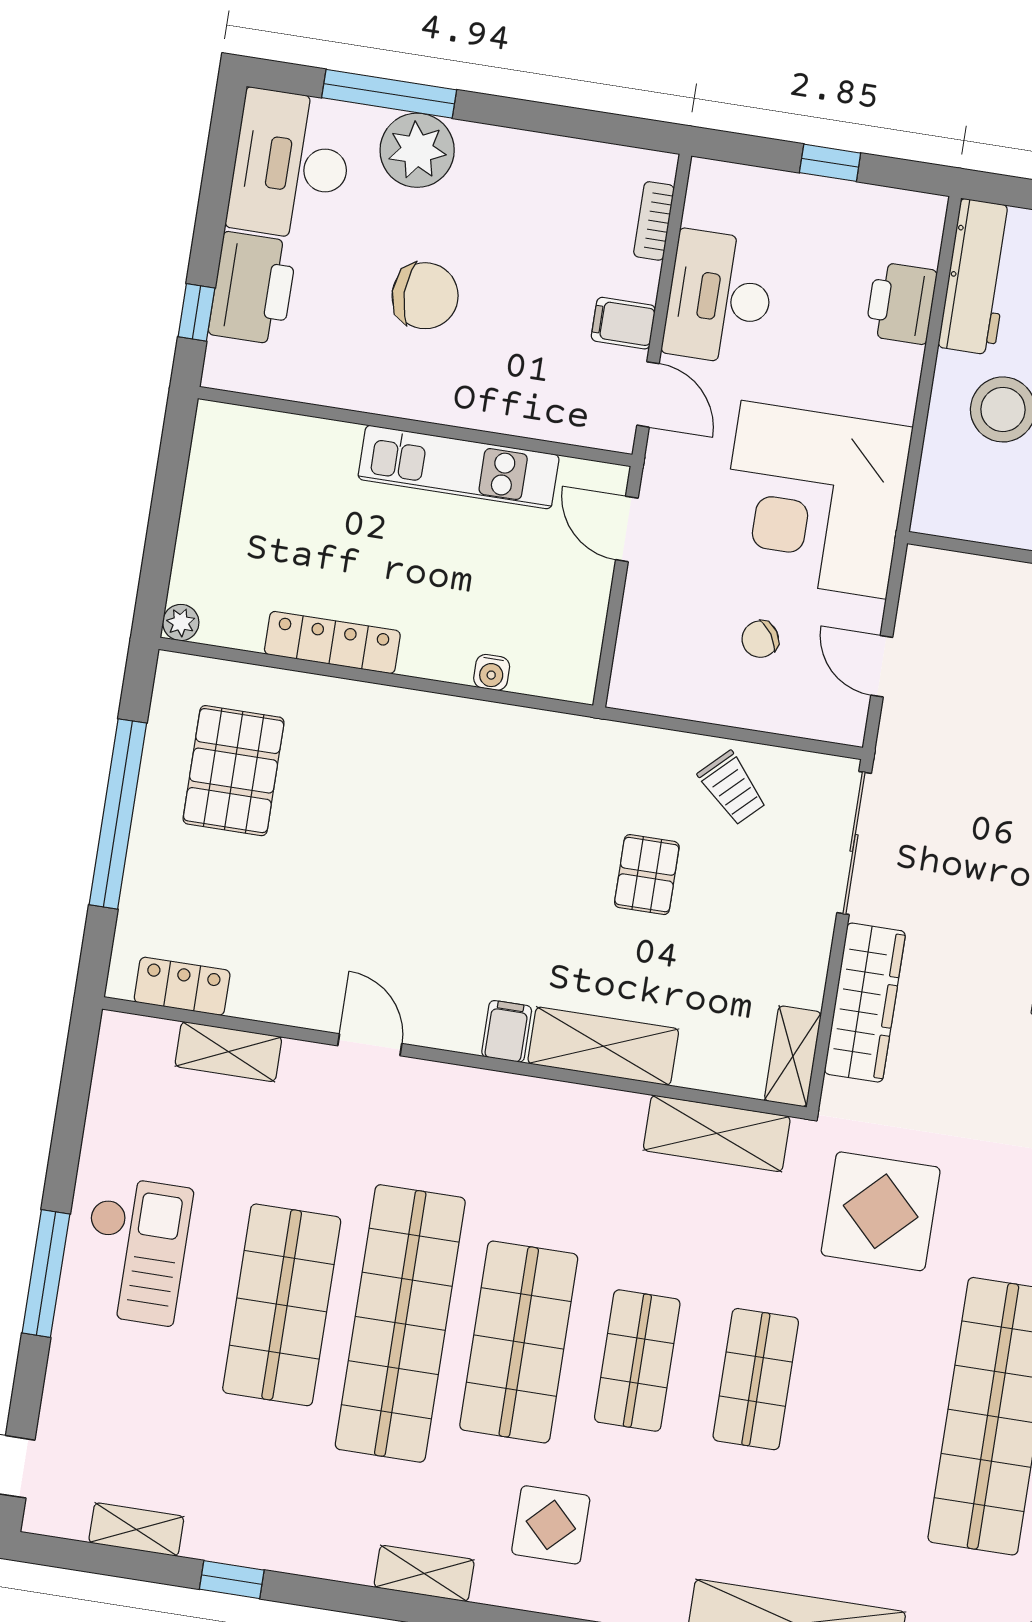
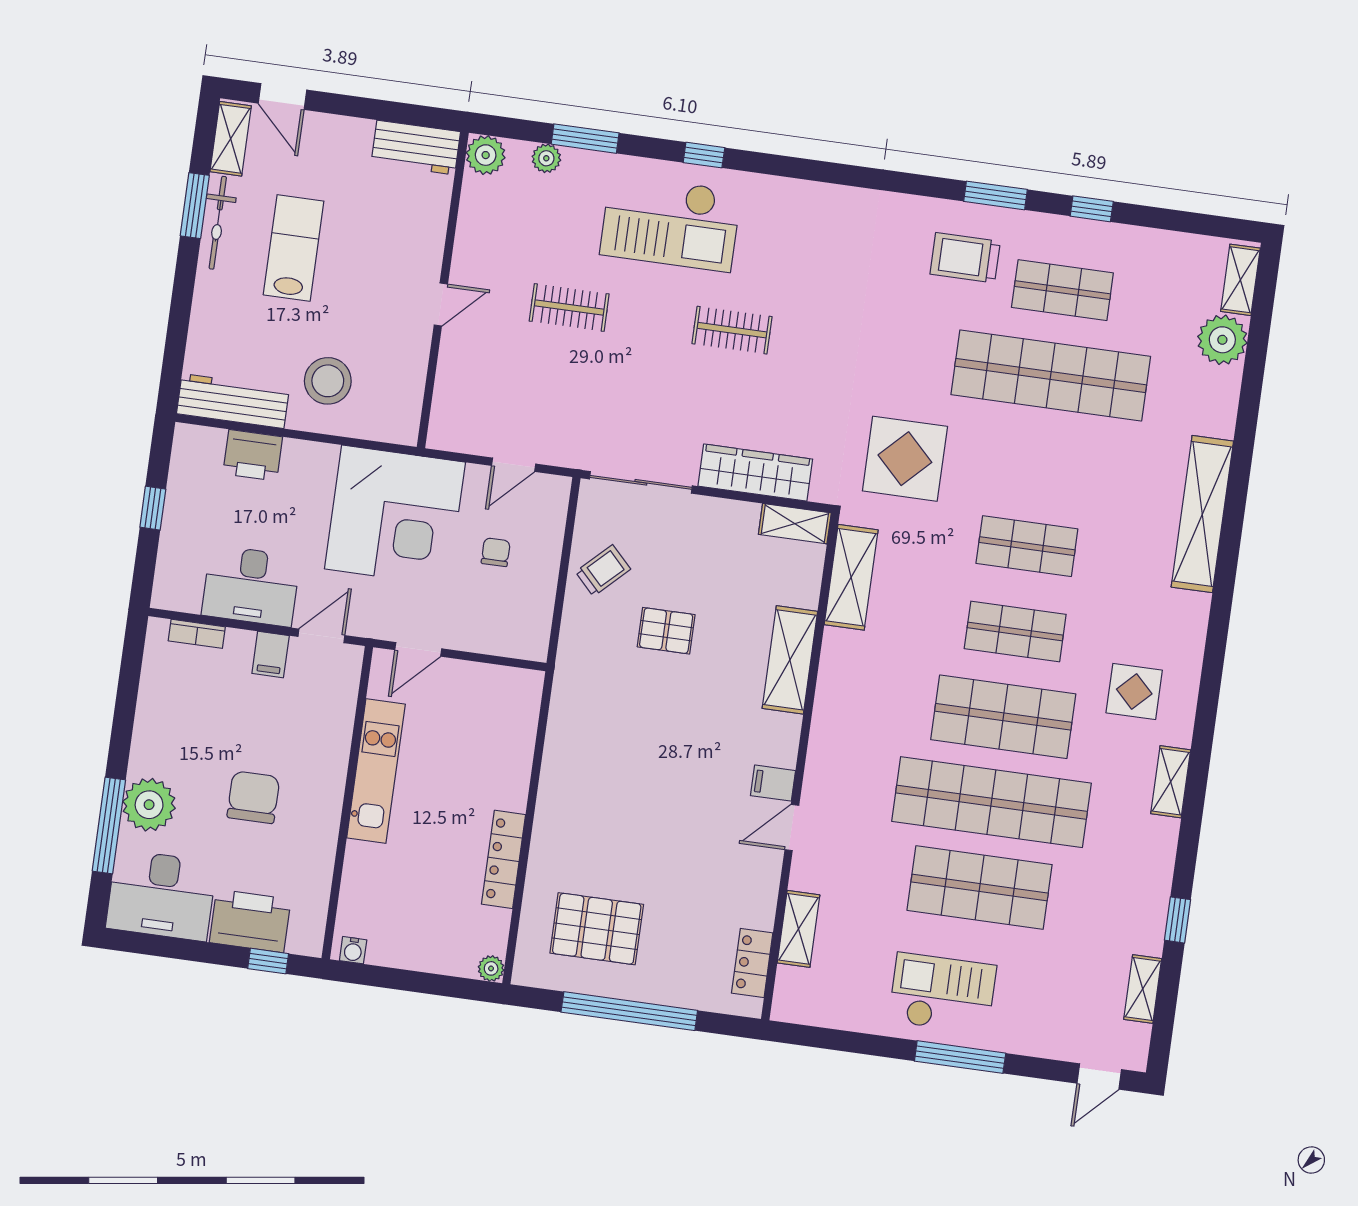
chair: (760, 639) -> (496, 552), turned -146
water cooler: (492, 672) -> (353, 950), moved, turned 90
filing cabinet: (507, 1031) -> (773, 783), moved

